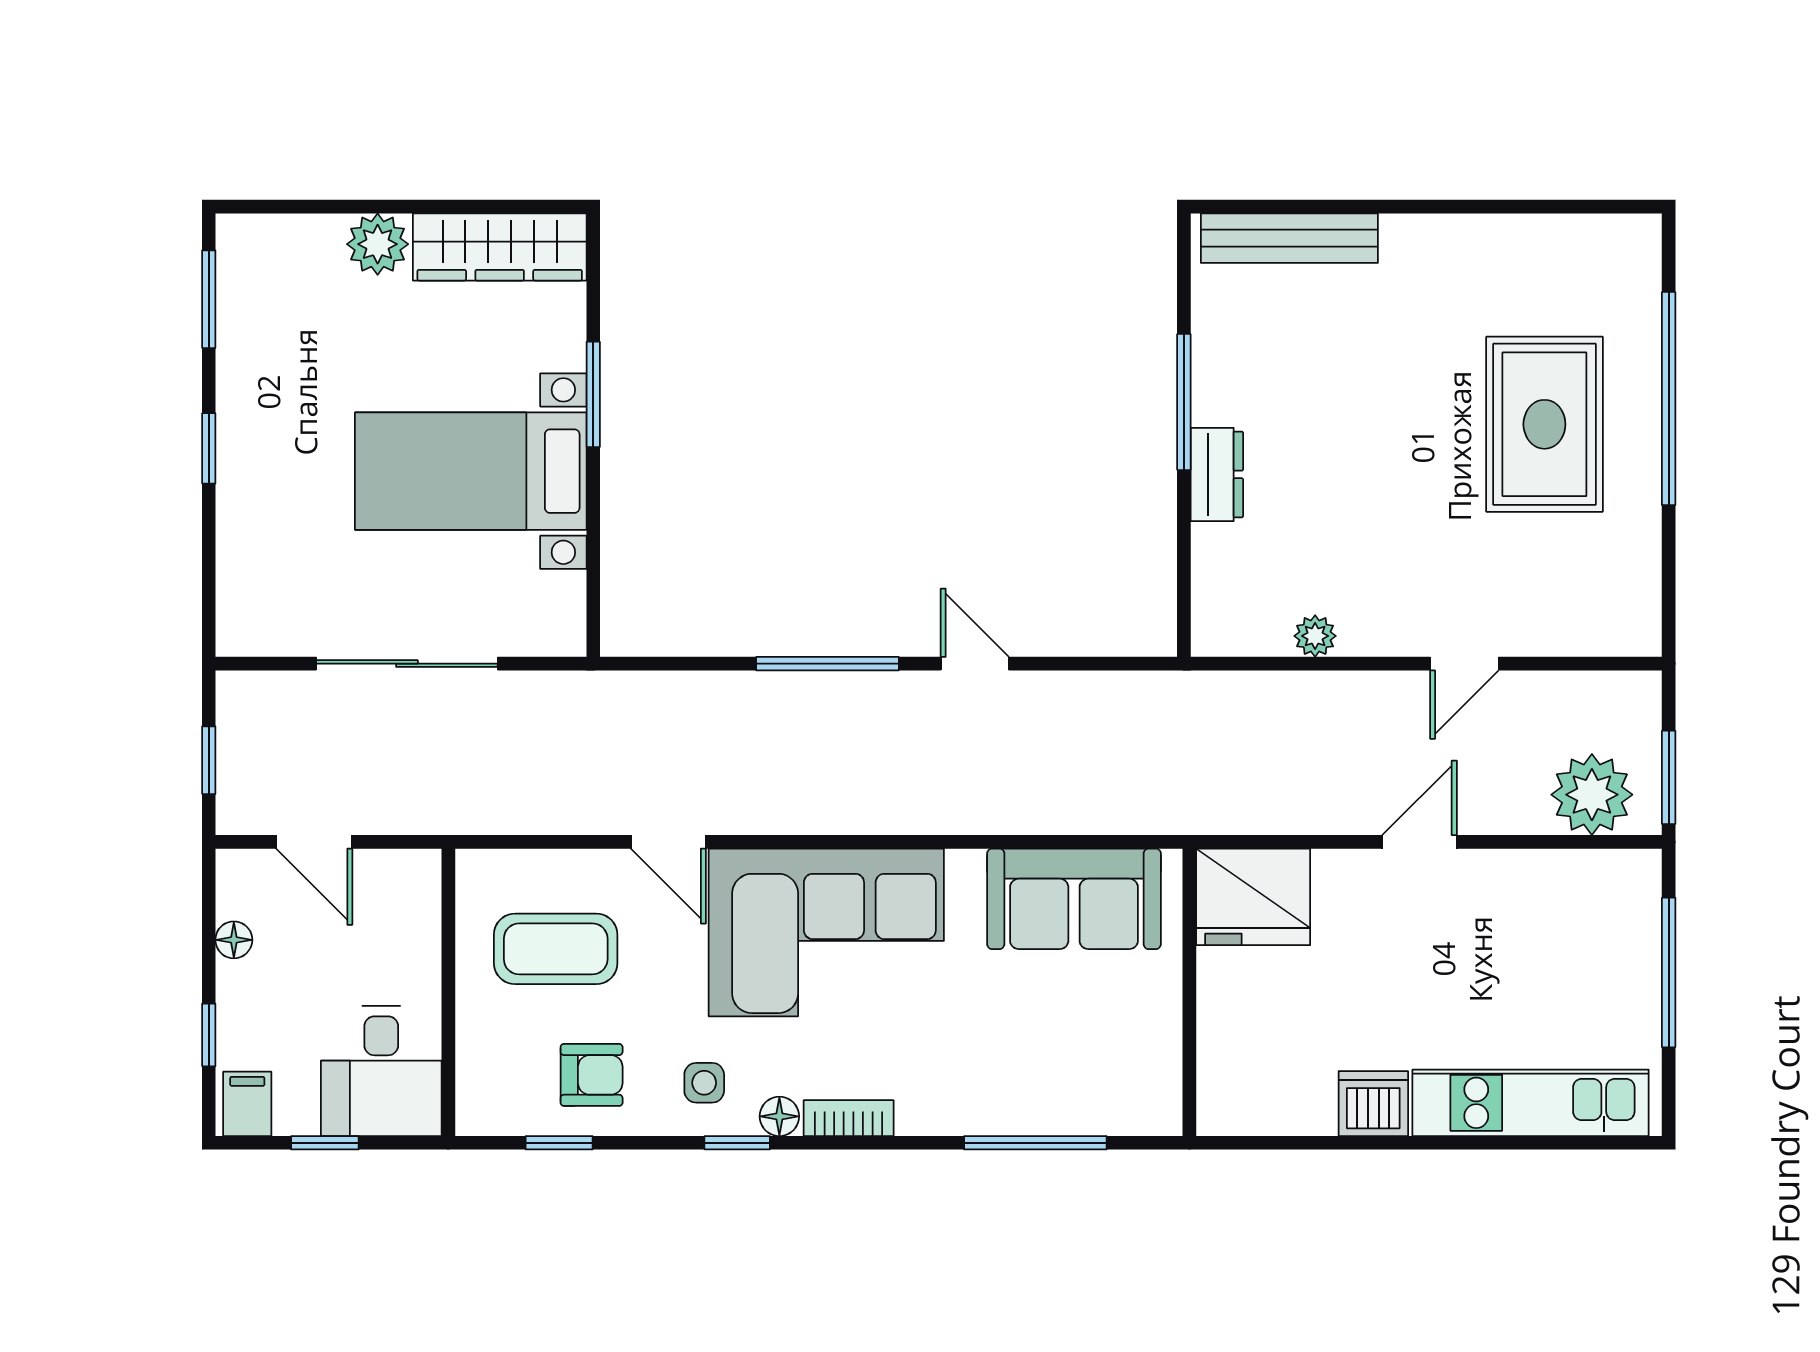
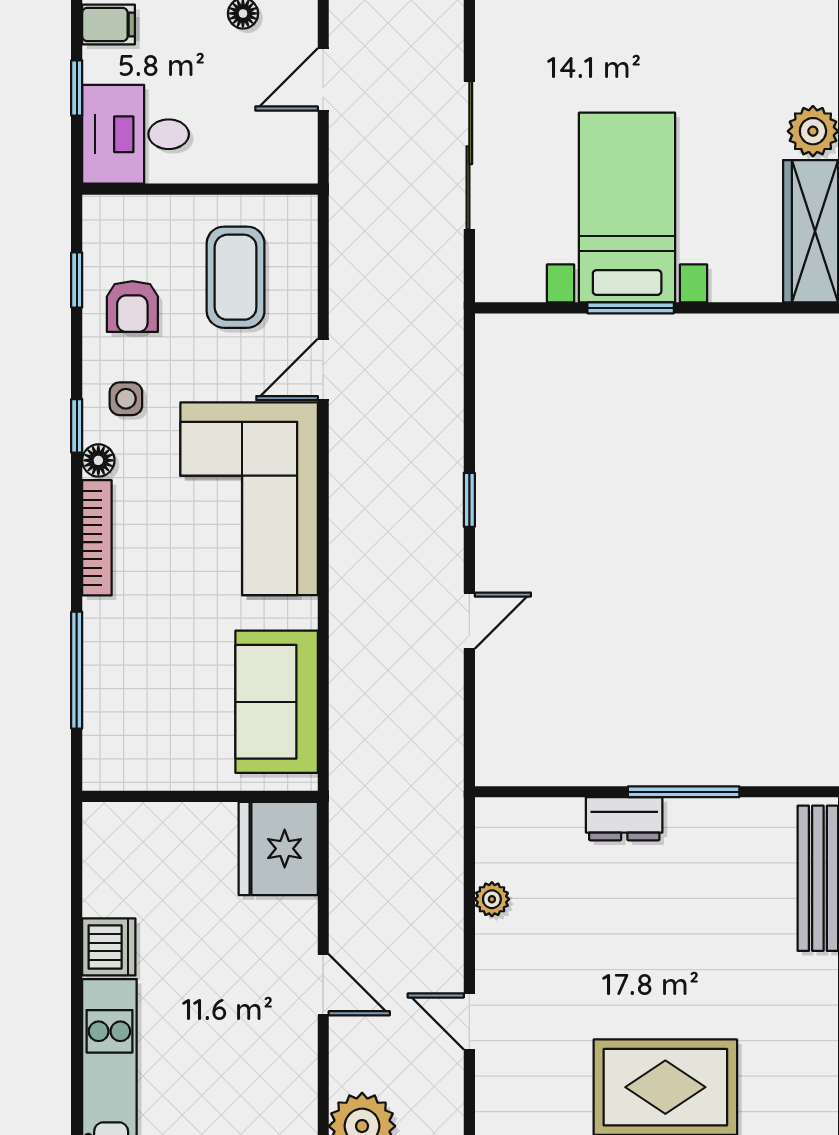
window: (593, 394) -> (631, 308), moved
window: (828, 664) -> (469, 500), width x0.46
bookcase: (849, 1118) -> (97, 538), width x1.56

